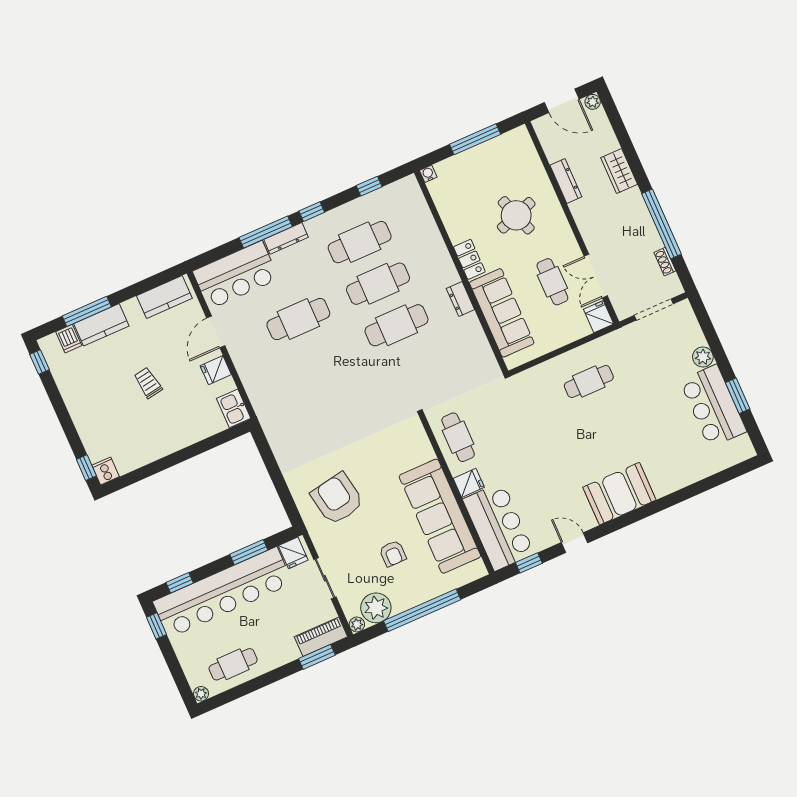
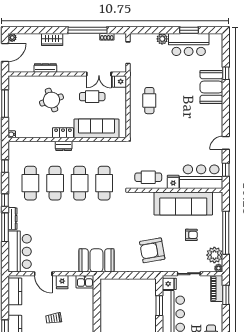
dresser: (460, 299) -> (64, 146), moved
cafe table: (298, 319) -> (104, 183), moved
booth: (278, 412) -> (96, 260), added
window: (692, 490) -> (226, 73), added
booth: (619, 494) -> (211, 87), moved

